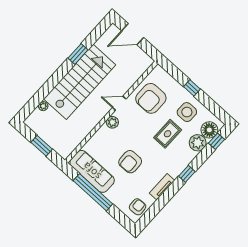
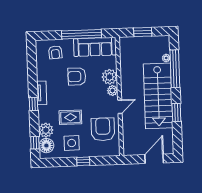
window: (45, 91) -> (175, 69), added
rug: (168, 134) -> (70, 117), turned 90
plant: (104, 136) -> (110, 77), added
armchair: (130, 162) -> (77, 76), turned -89
tv unit: (162, 187) -> (42, 93), moved
armchair: (138, 207) -> (55, 52), moved

